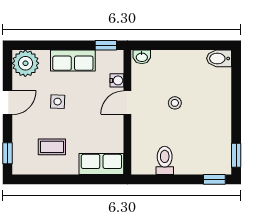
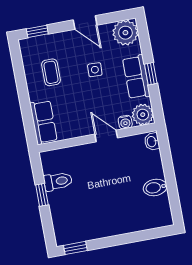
window: (106, 45) -> (151, 74), moved
bidet: (219, 58) -> (155, 187), moved, turned -90
plant: (113, 61) -> (143, 115), added
stool: (175, 103) -> (114, 181), removed
window: (214, 179) -> (42, 195), moved

